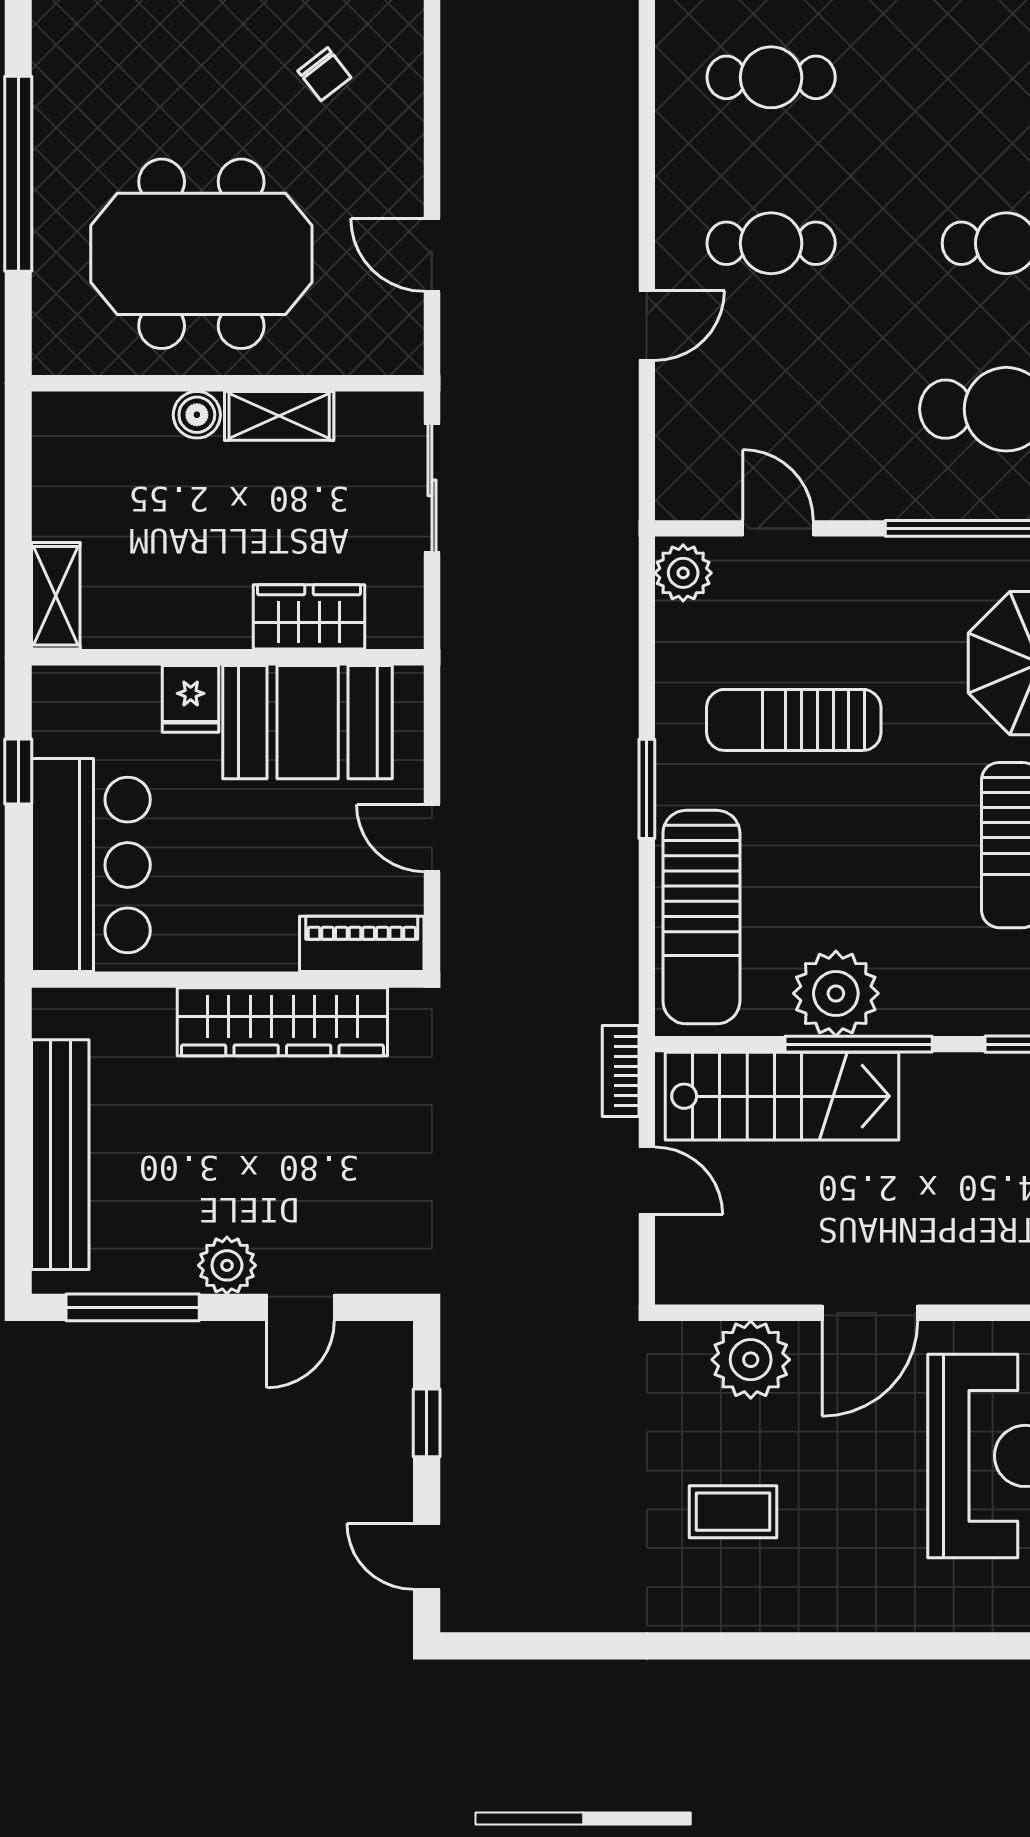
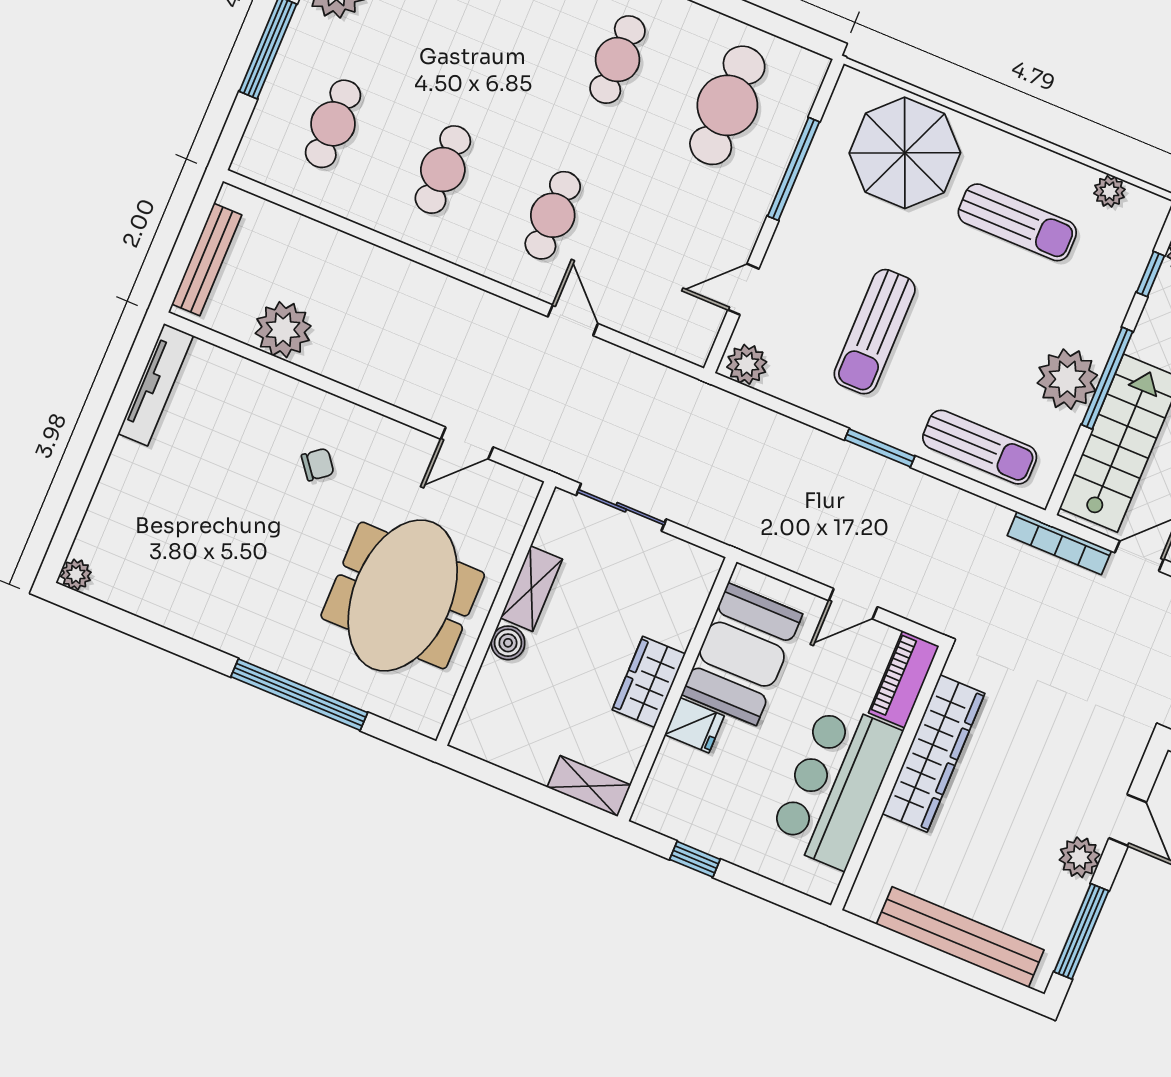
wardrobe: (309, 617) -> (649, 682), moved
bar counter: (91, 865) -> (835, 785), moved, turned -90
sun lounger: (701, 917) -> (980, 447), width x0.73, depth x0.75
bookcase: (621, 1071) -> (1059, 543), width x1.56

